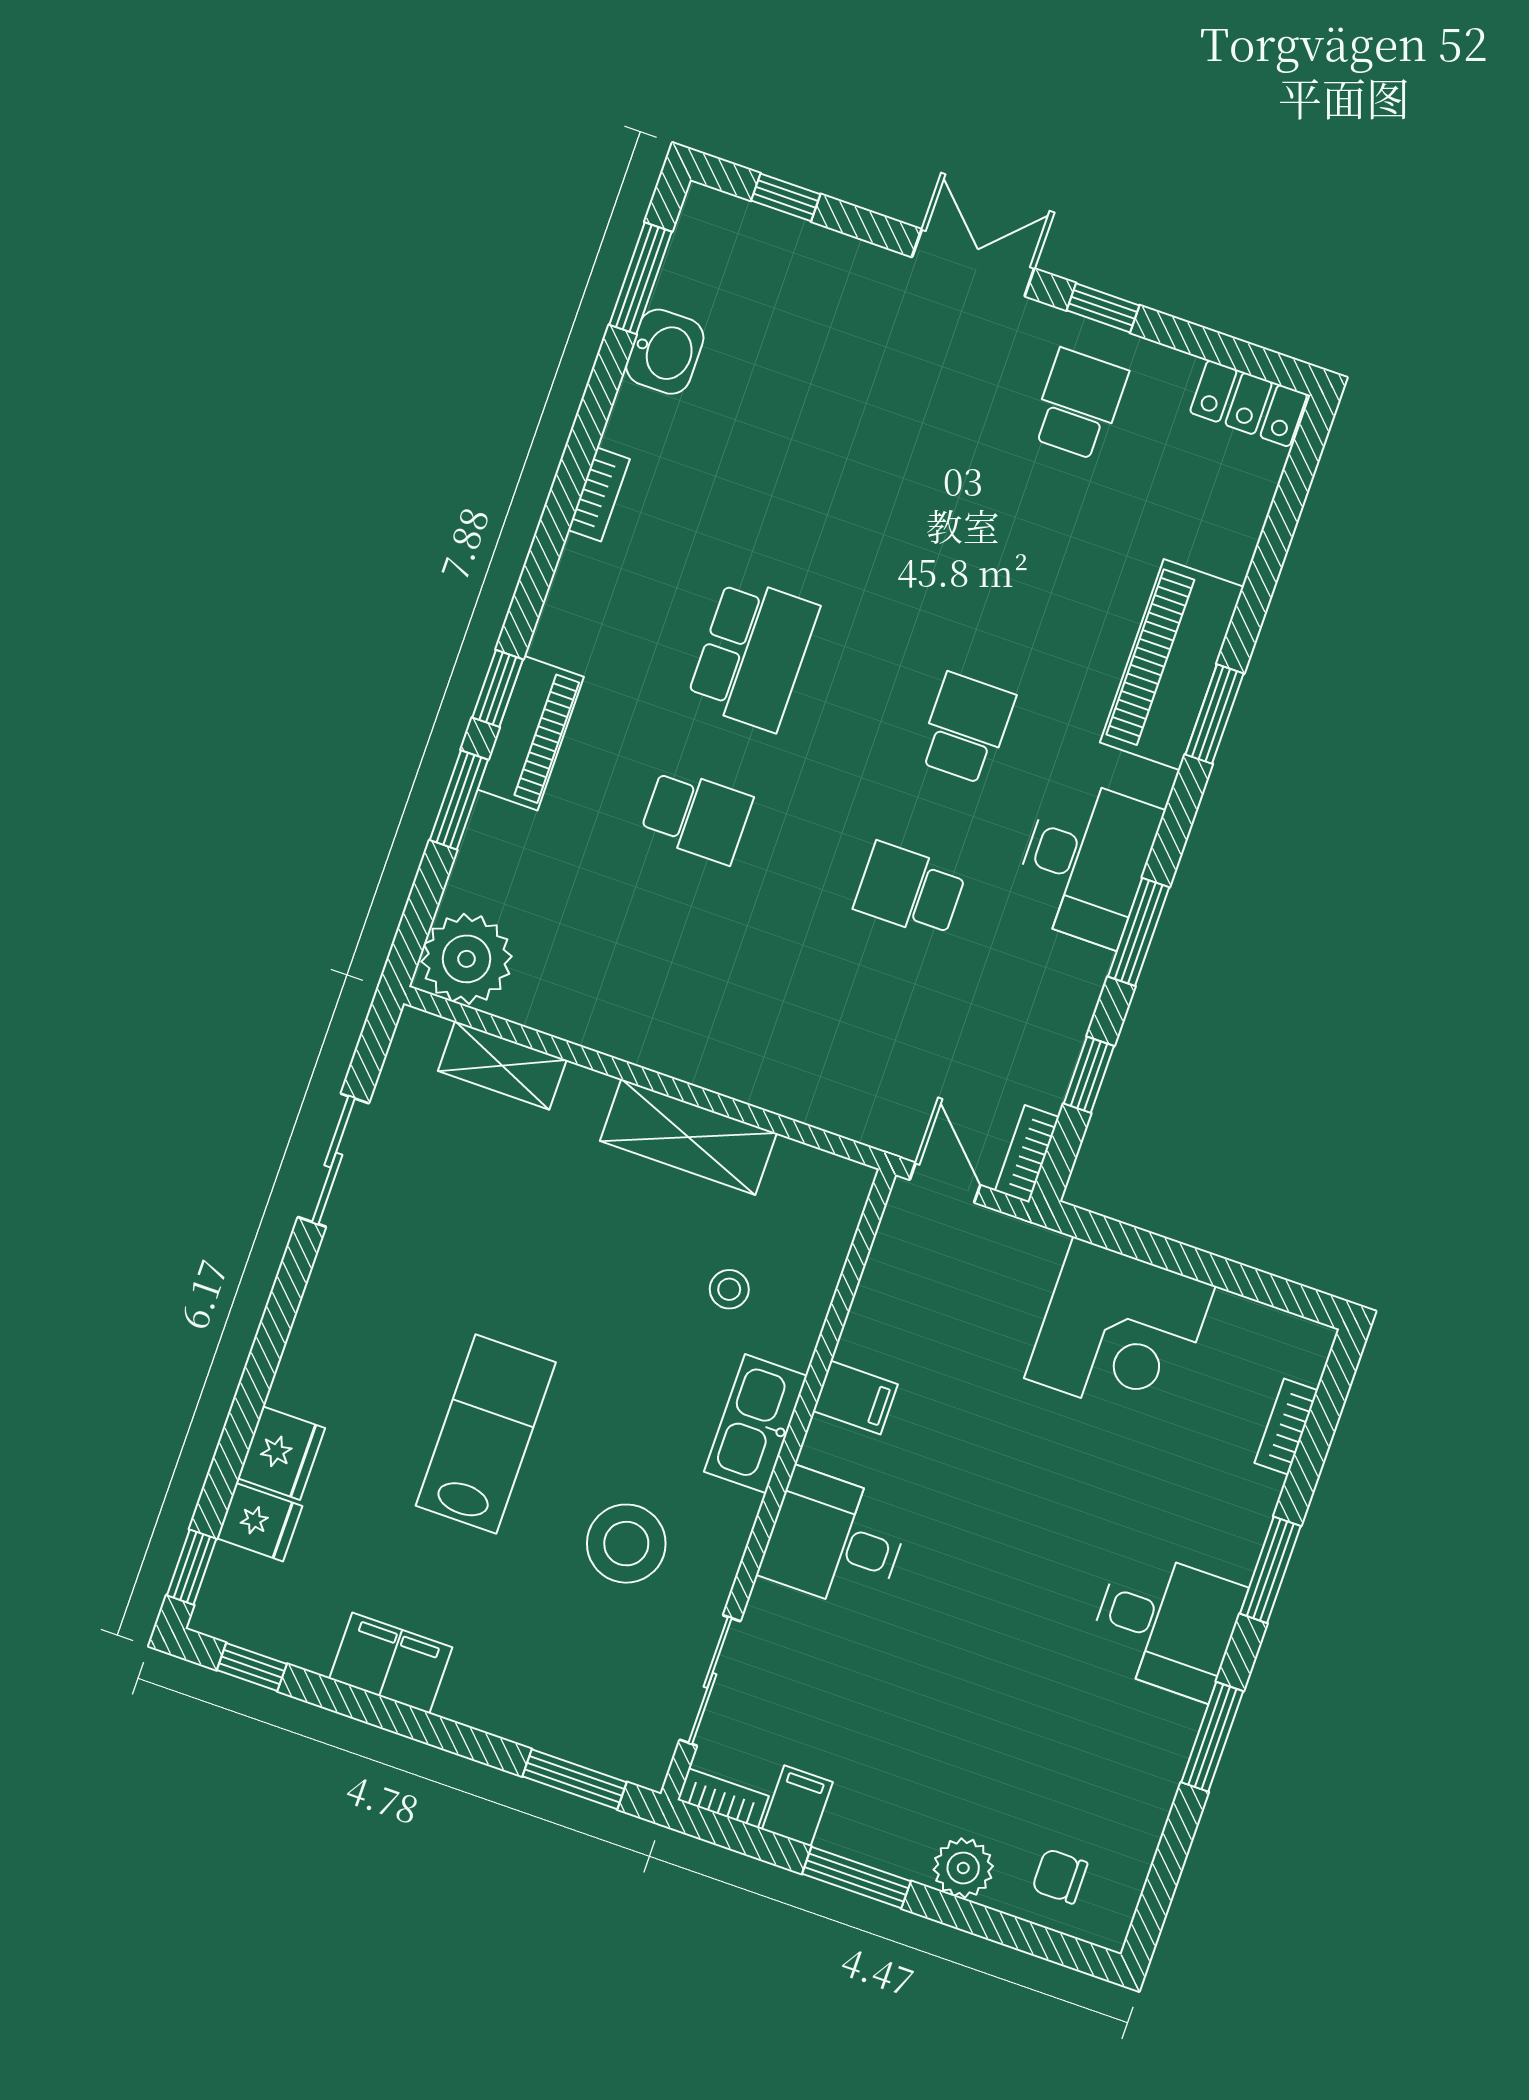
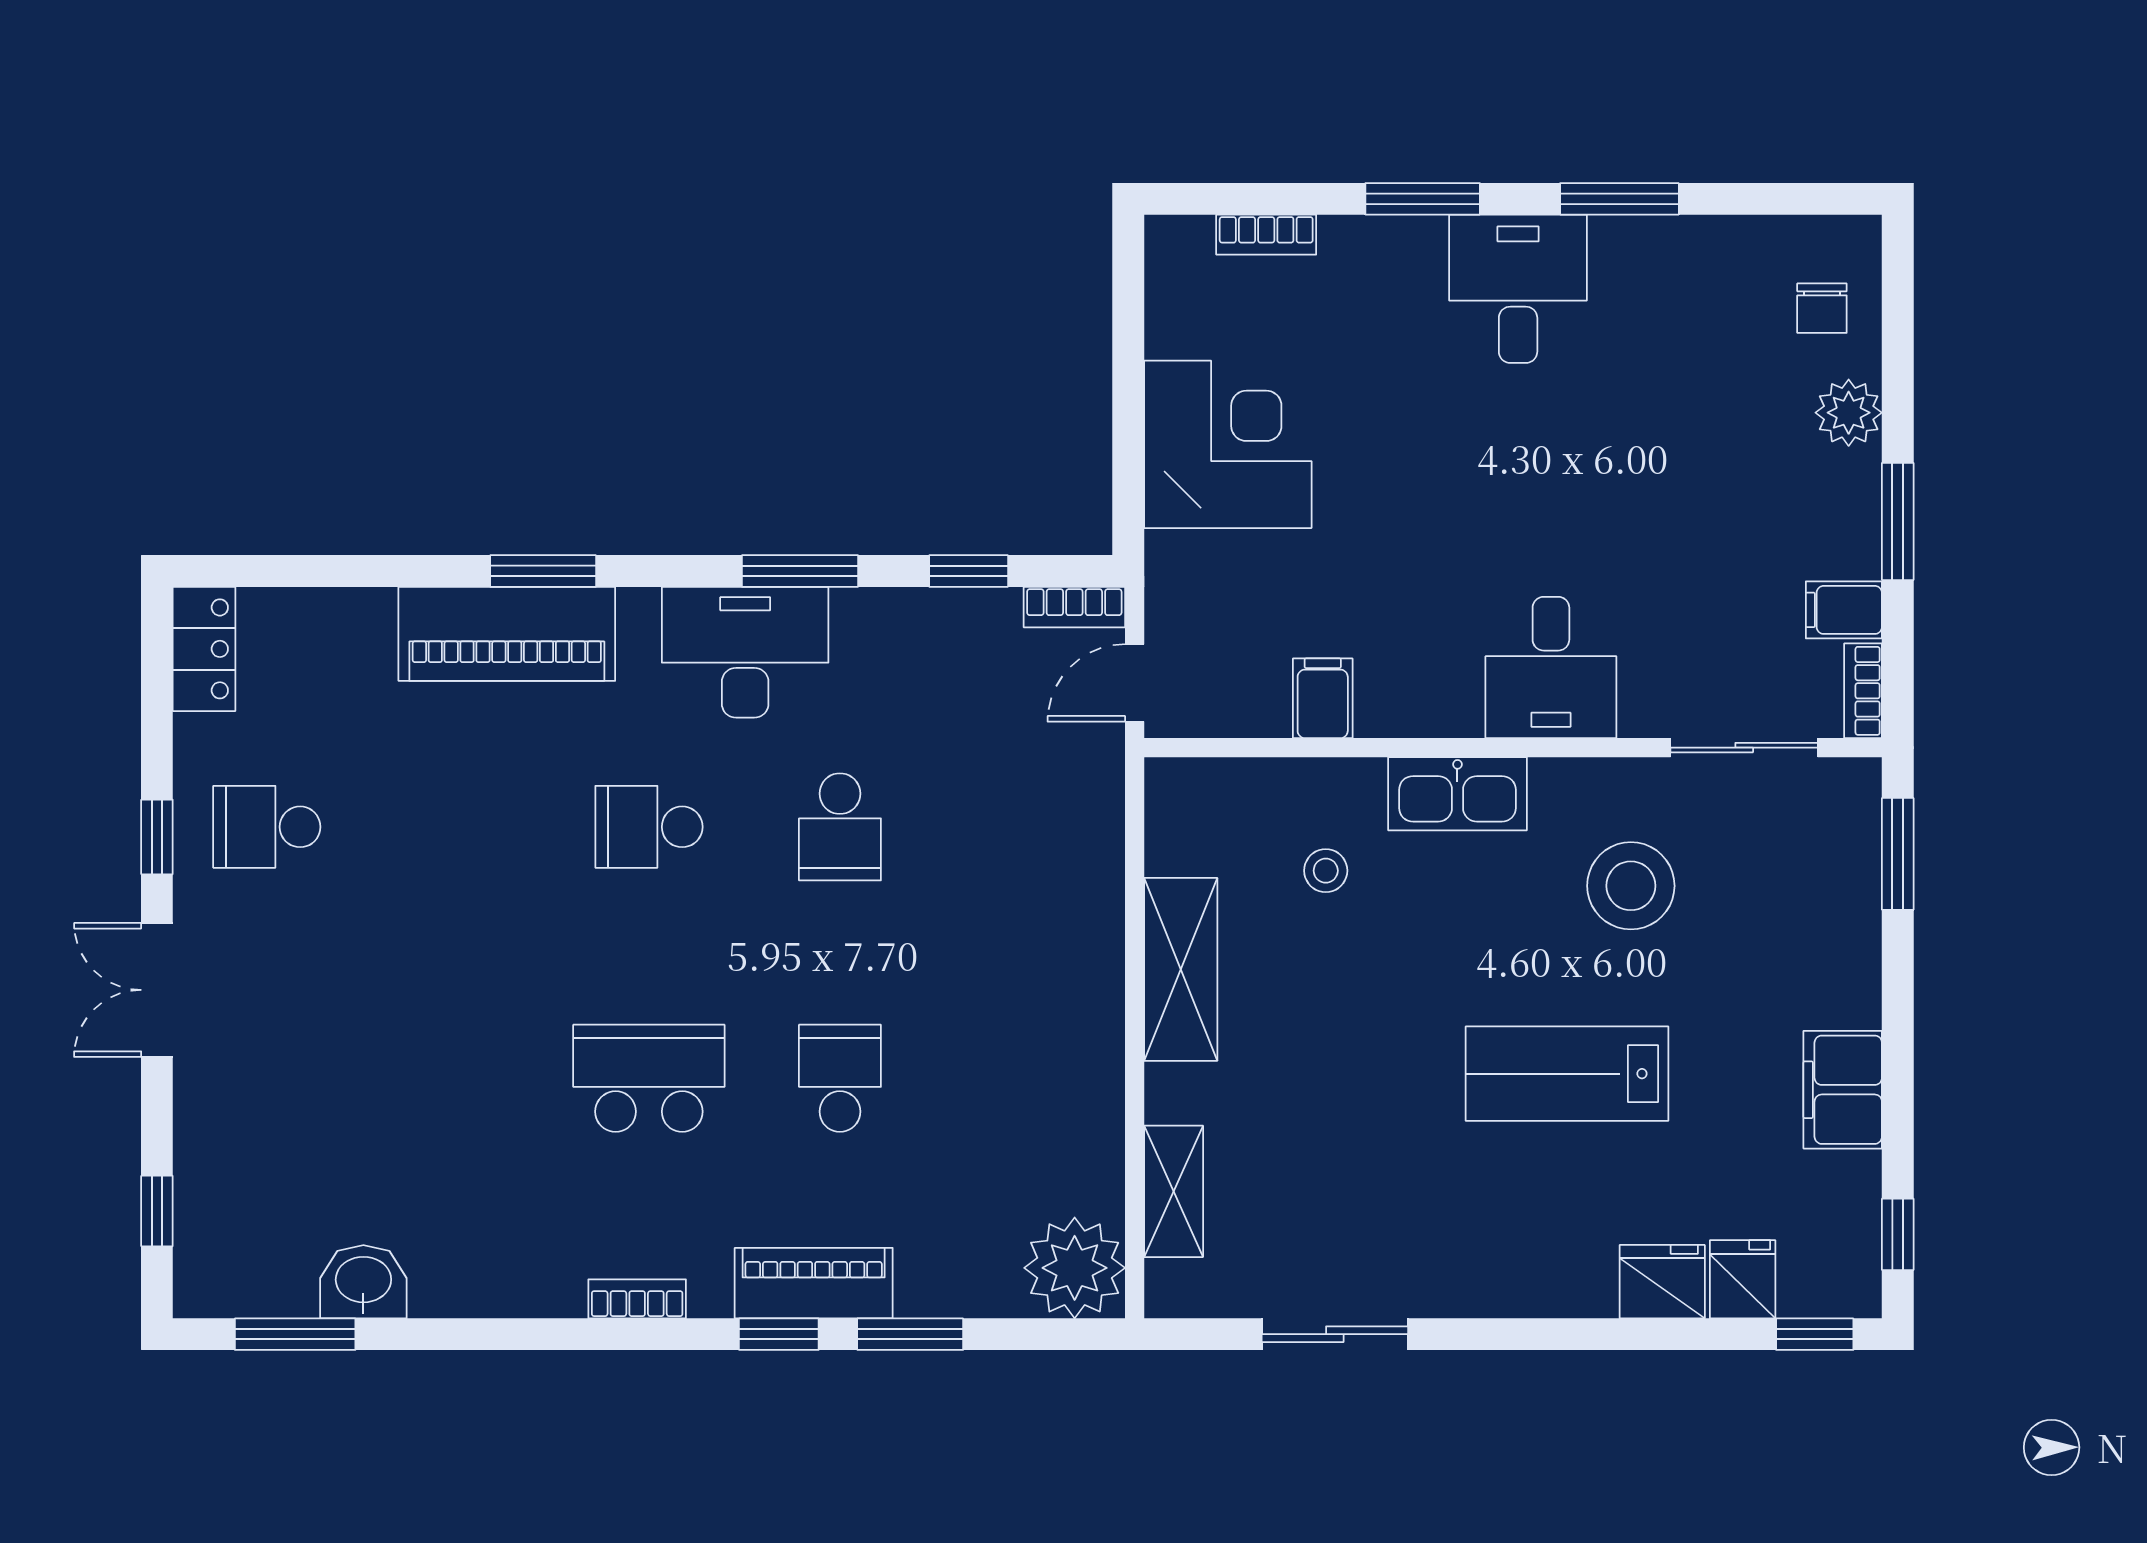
bookcase: (599, 494) -> (637, 1299), moved
filing cabinet: (855, 1398) -> (1323, 698), moved

